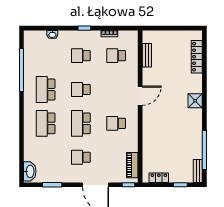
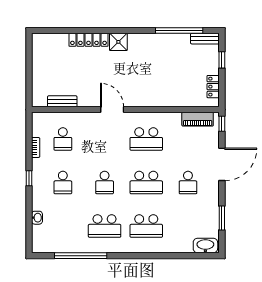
locker: (197, 57) -> (88, 40), moved
school desk: (116, 123) -> (146, 139), width x1.85

